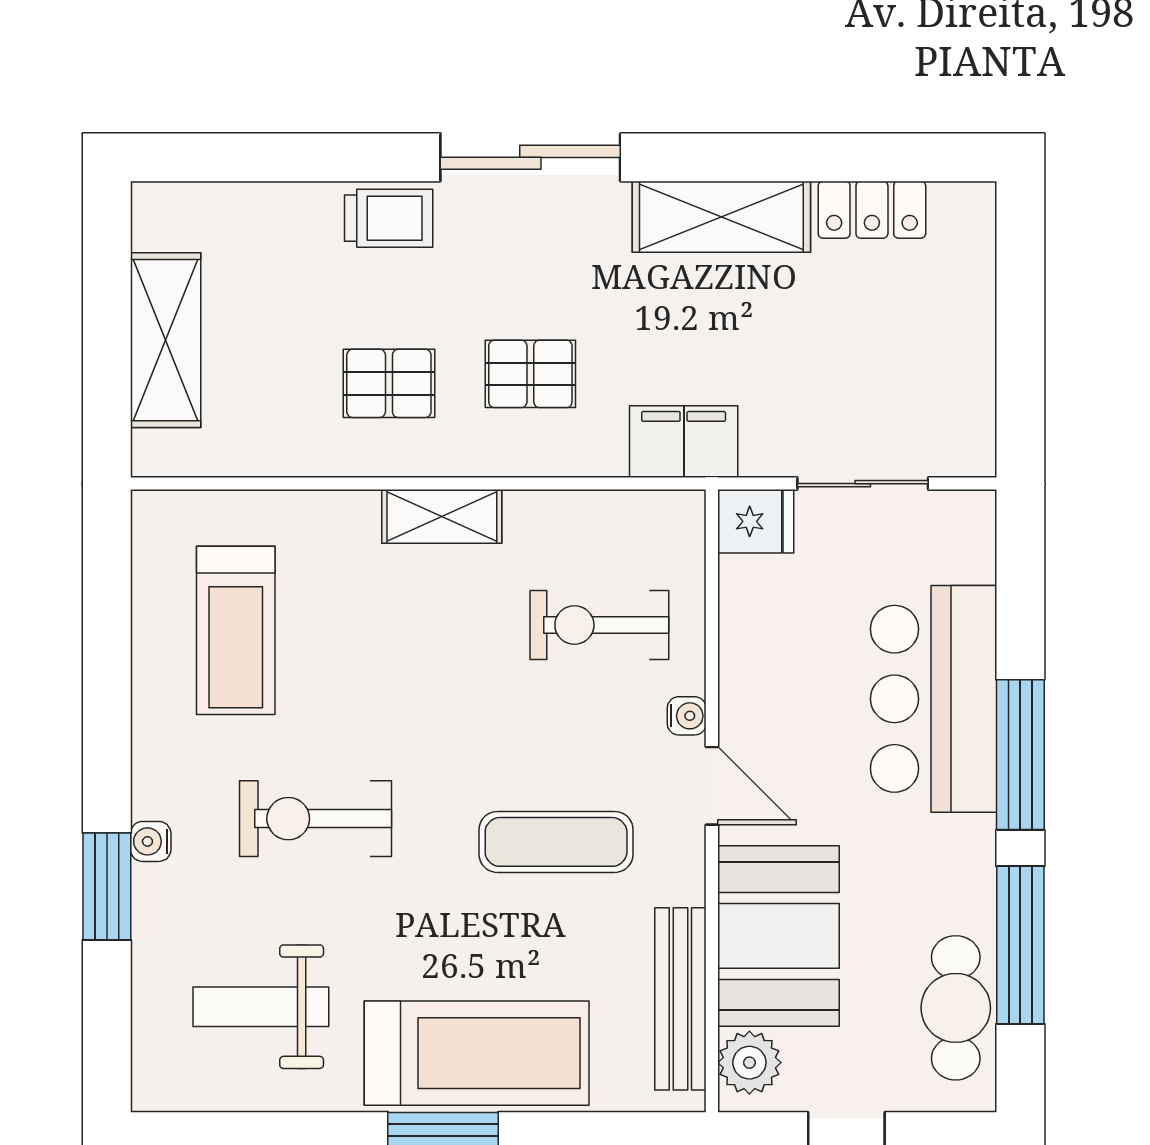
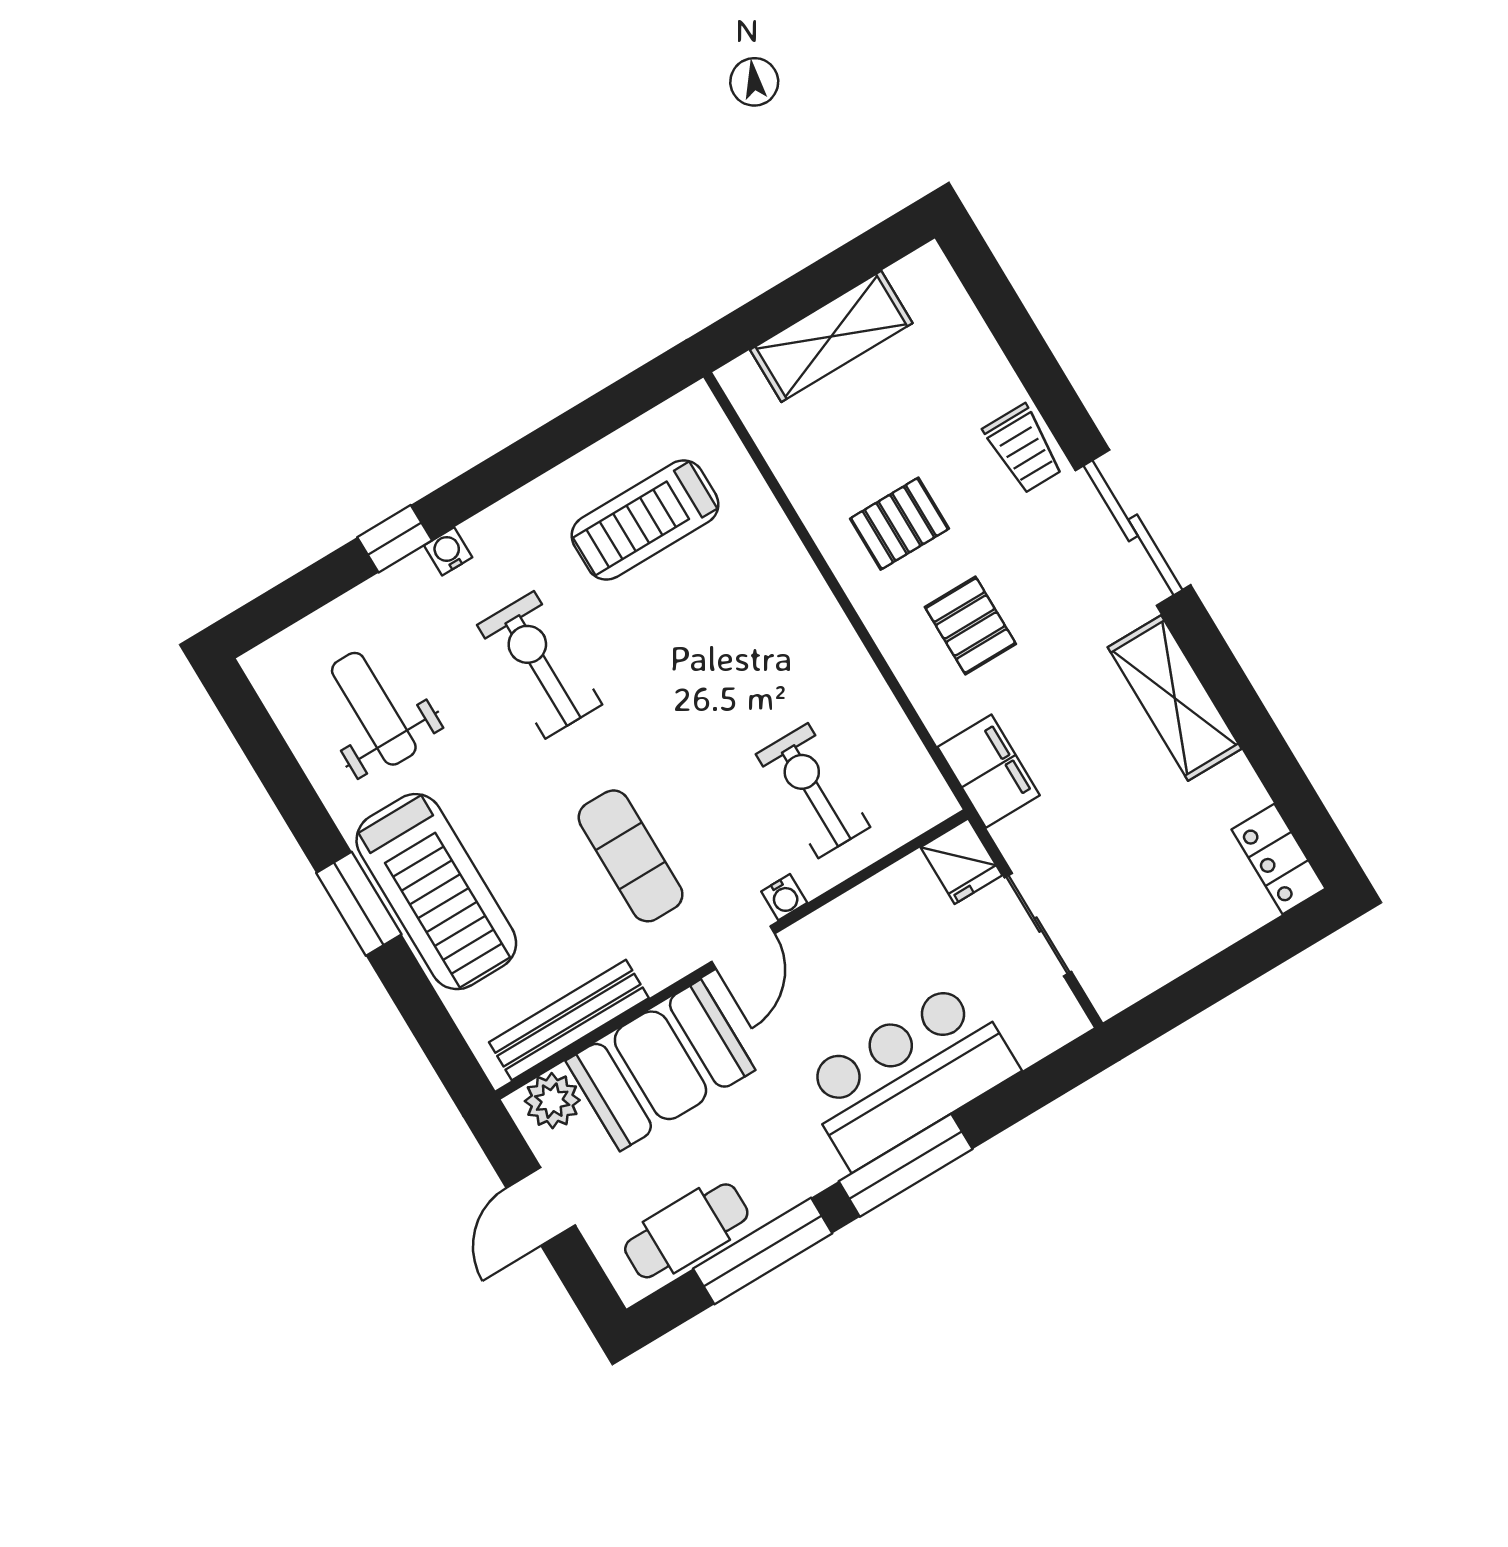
locker: (872, 210) -> (1278, 859), moved
pallet: (389, 383) -> (899, 524), turned 90
shelving: (442, 516) -> (823, 623), removed
window: (107, 886) -> (395, 539), width x0.67

